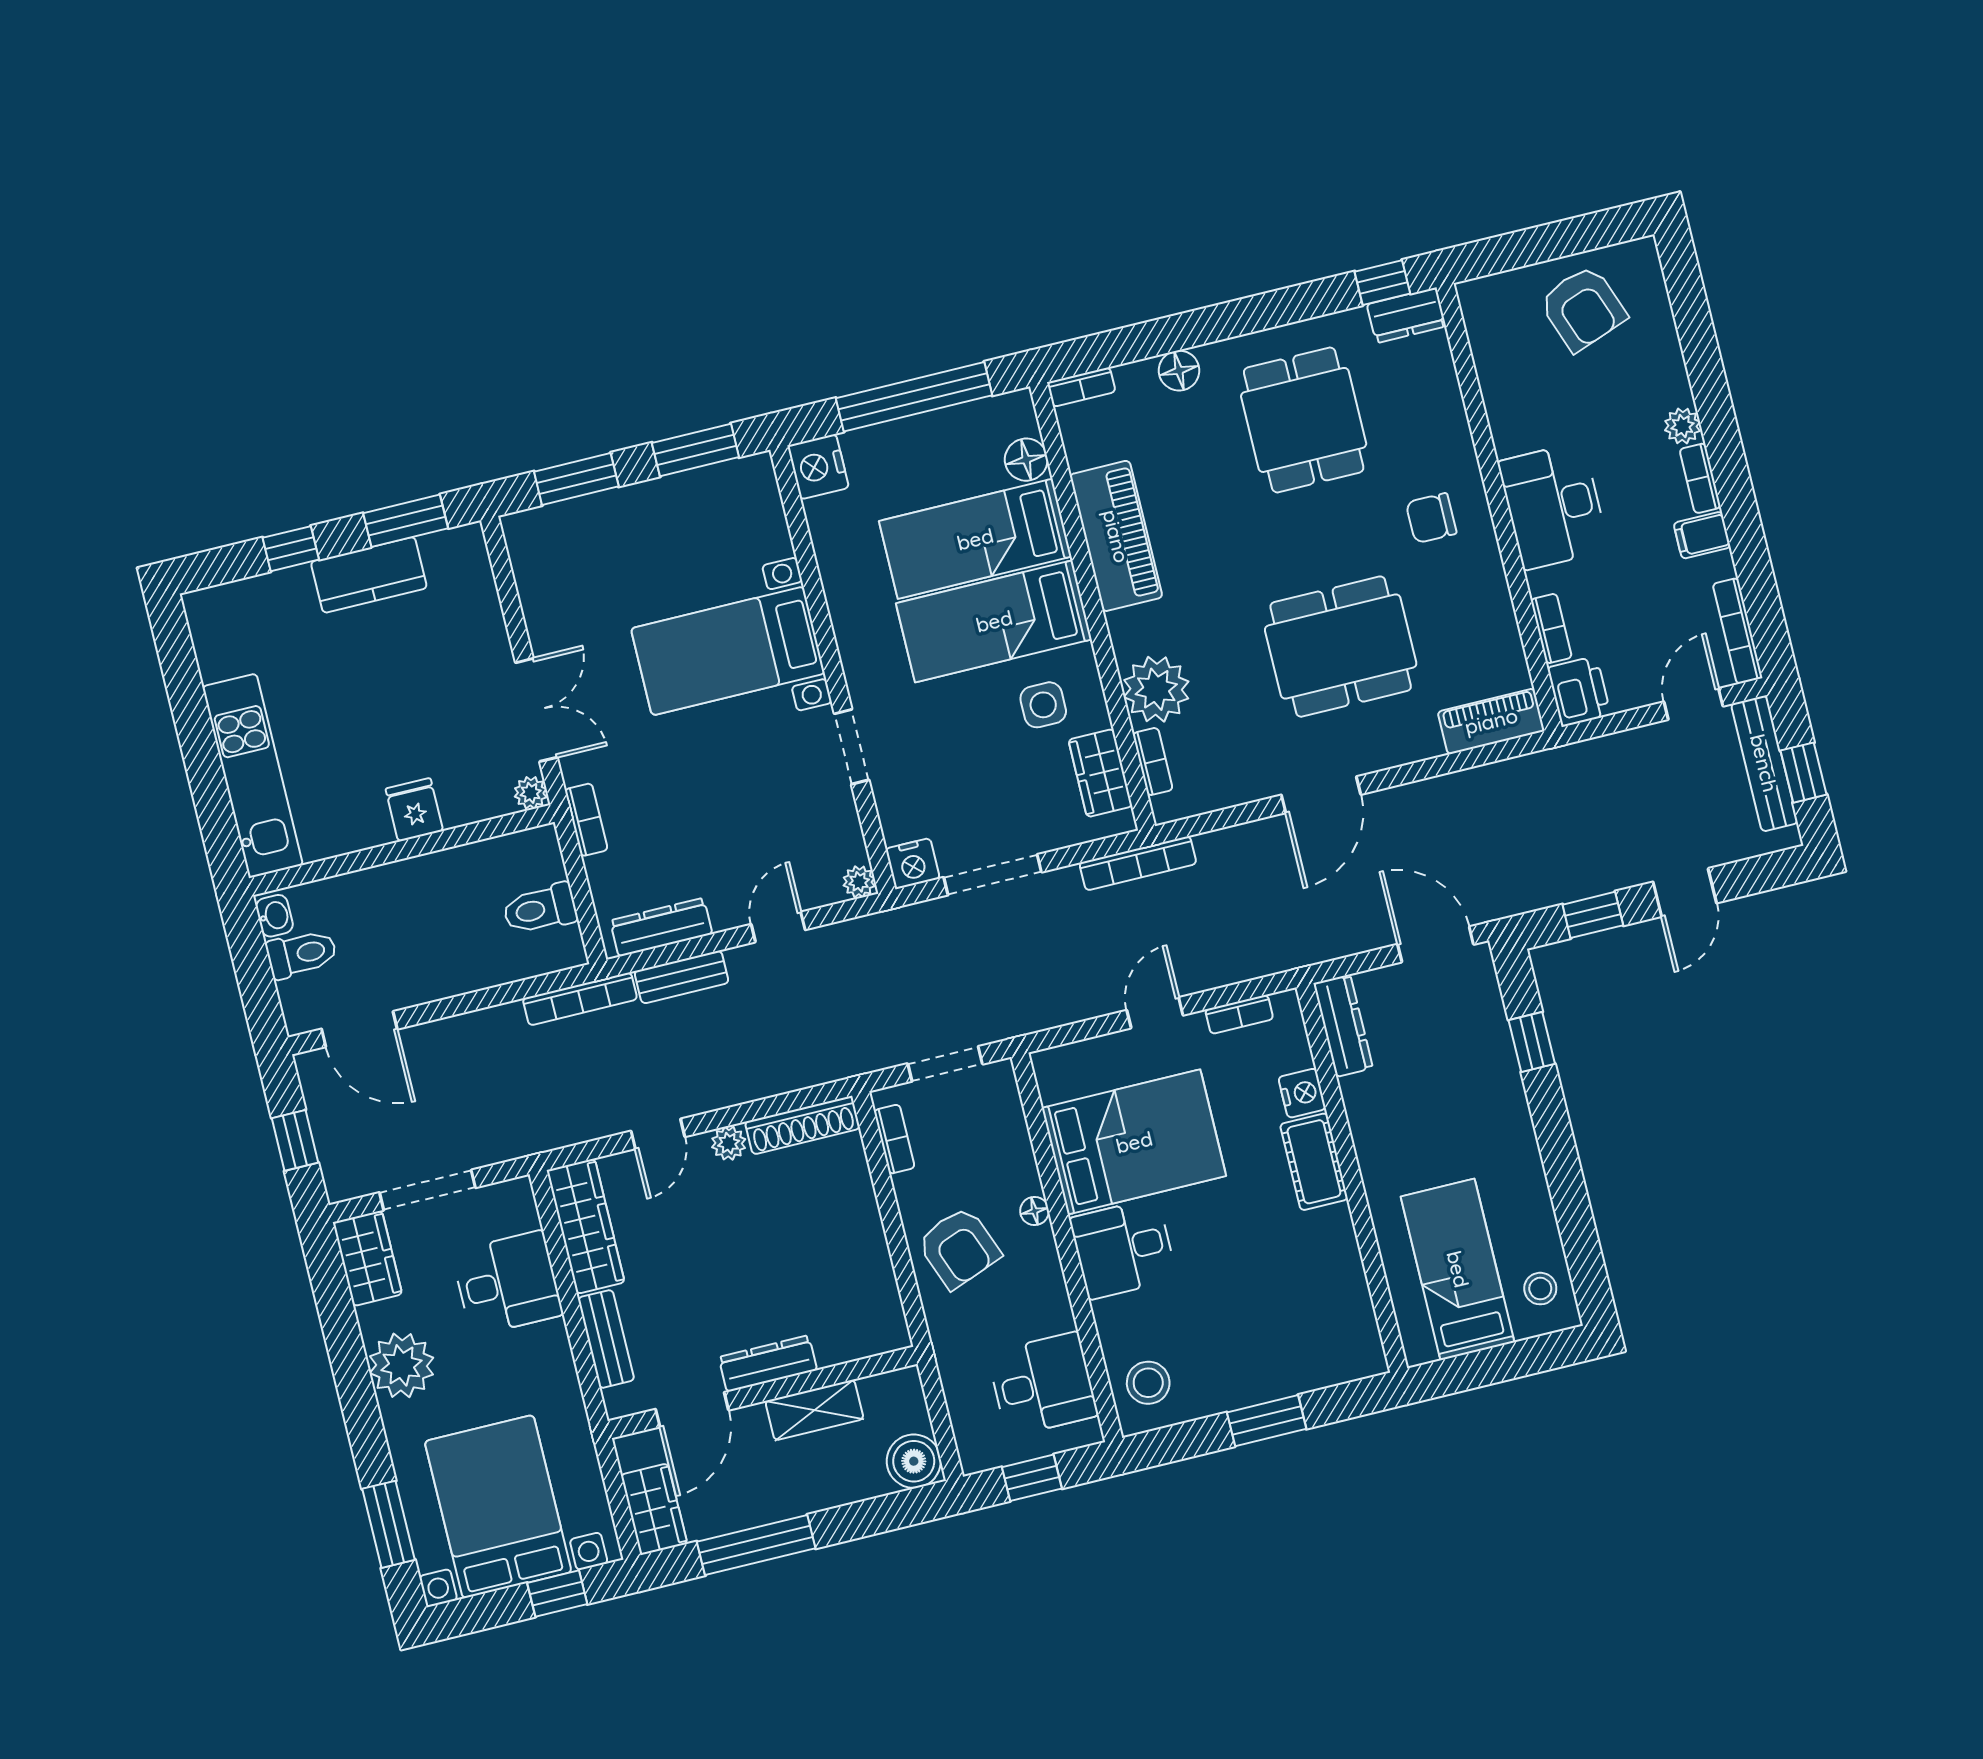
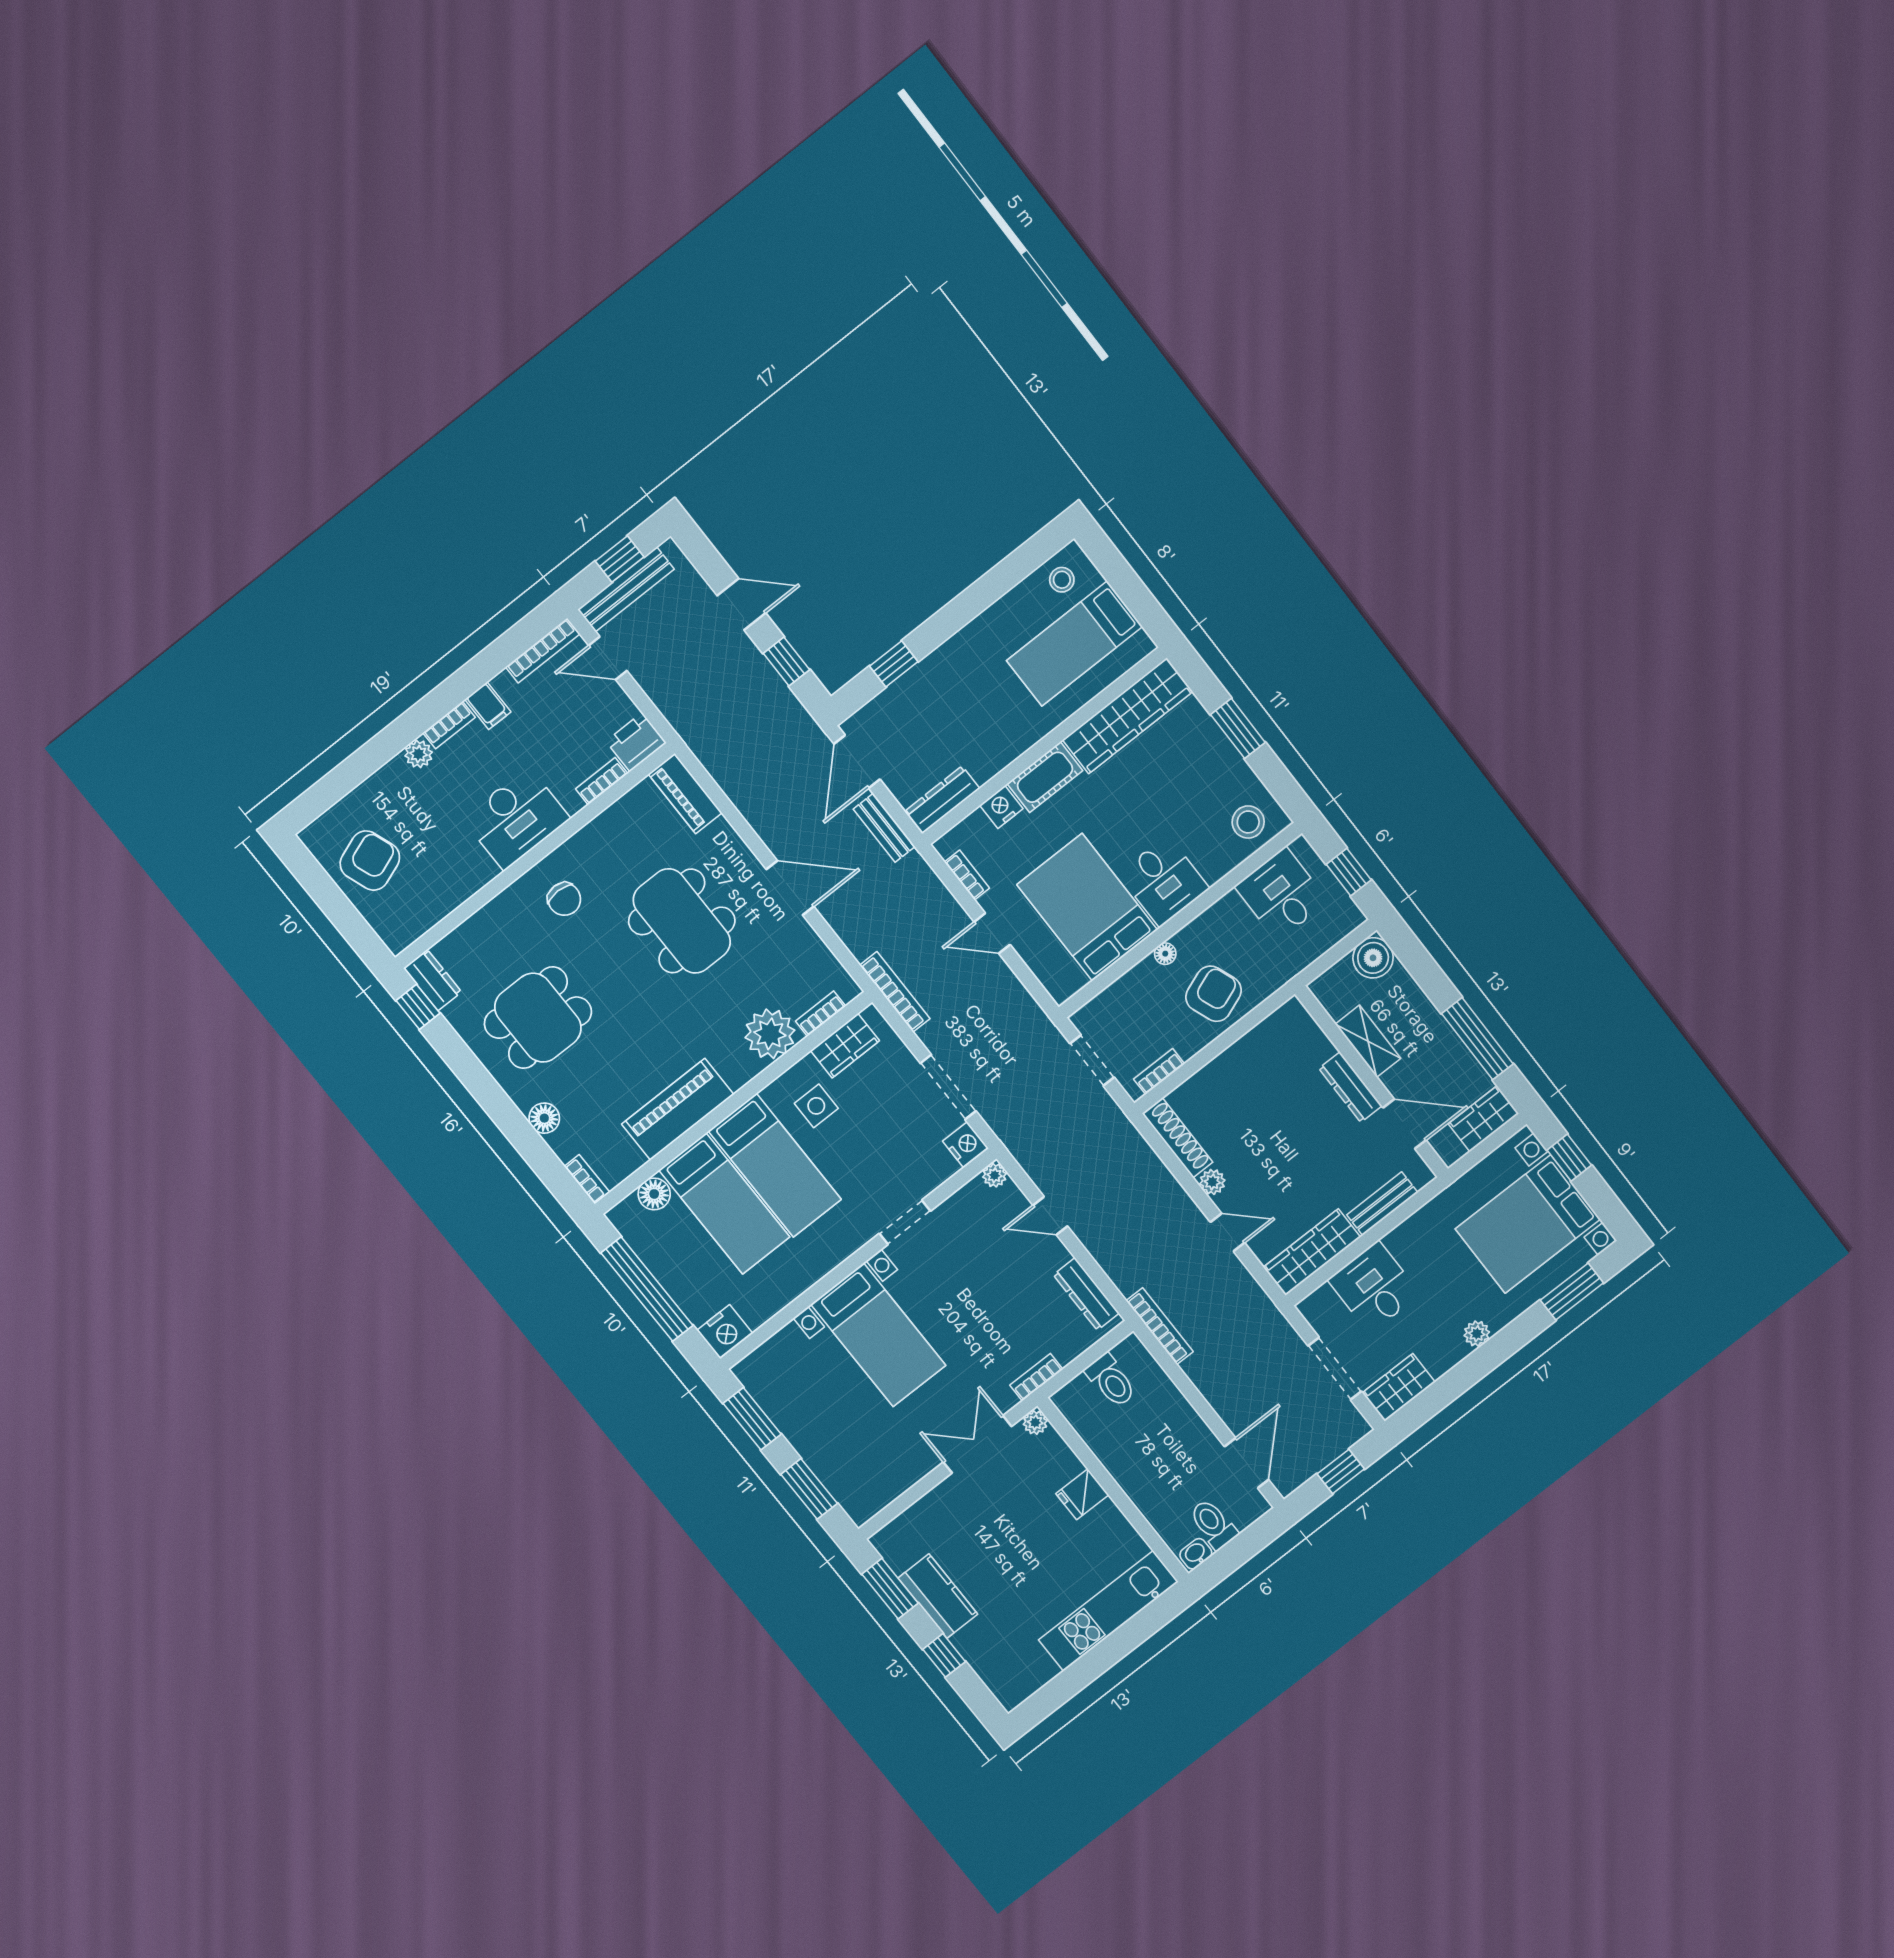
bench: (682, 977) -> (884, 828), moved
wardrobe: (1342, 1294) -> (1128, 716), added
plant: (401, 1365) -> (1477, 1334), width x0.53, depth x0.53

